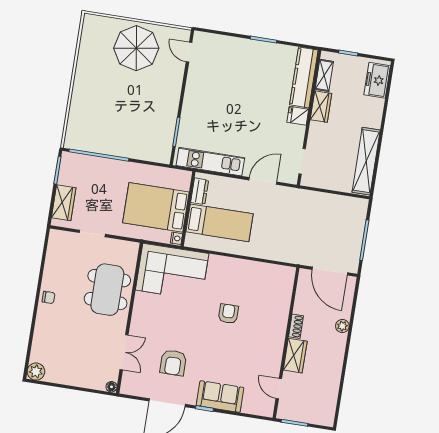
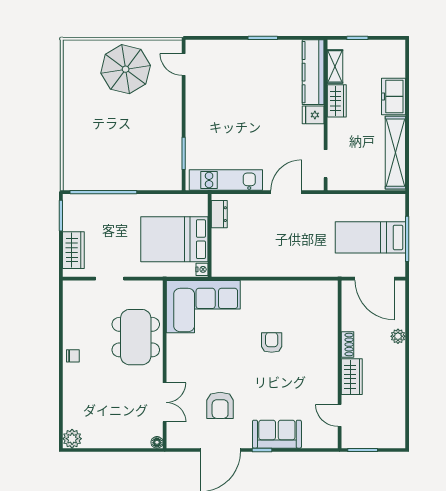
freezer: (377, 80) -> (393, 96), moved
bed: (219, 223) -> (370, 237), moved, turned 180

